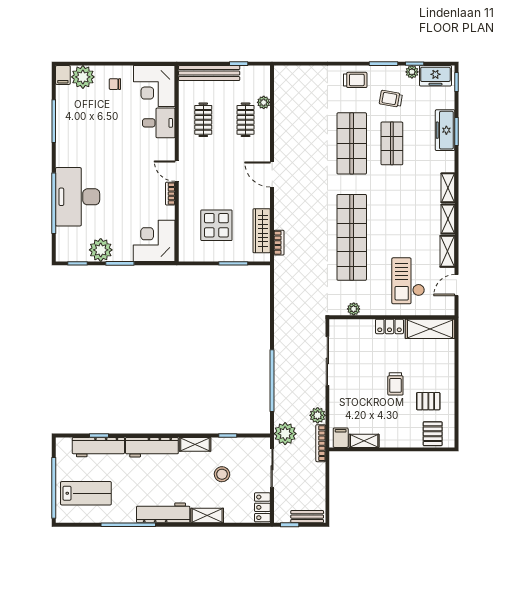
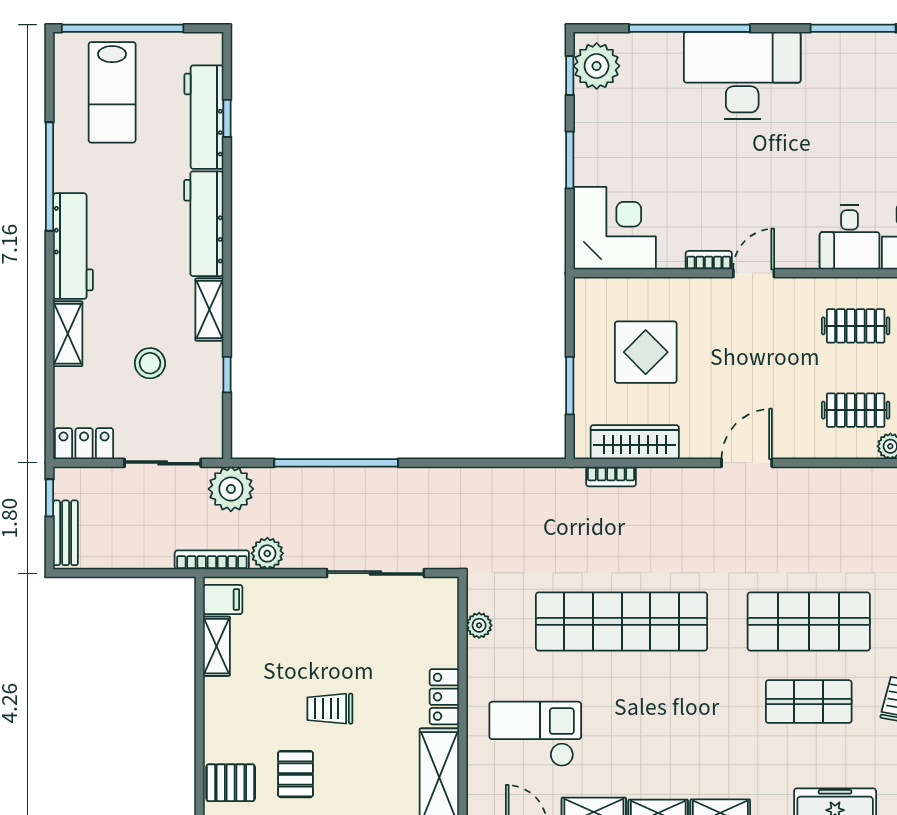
desk: (78, 197) -> (742, 76), moved
plant: (101, 250) -> (597, 66), moved

